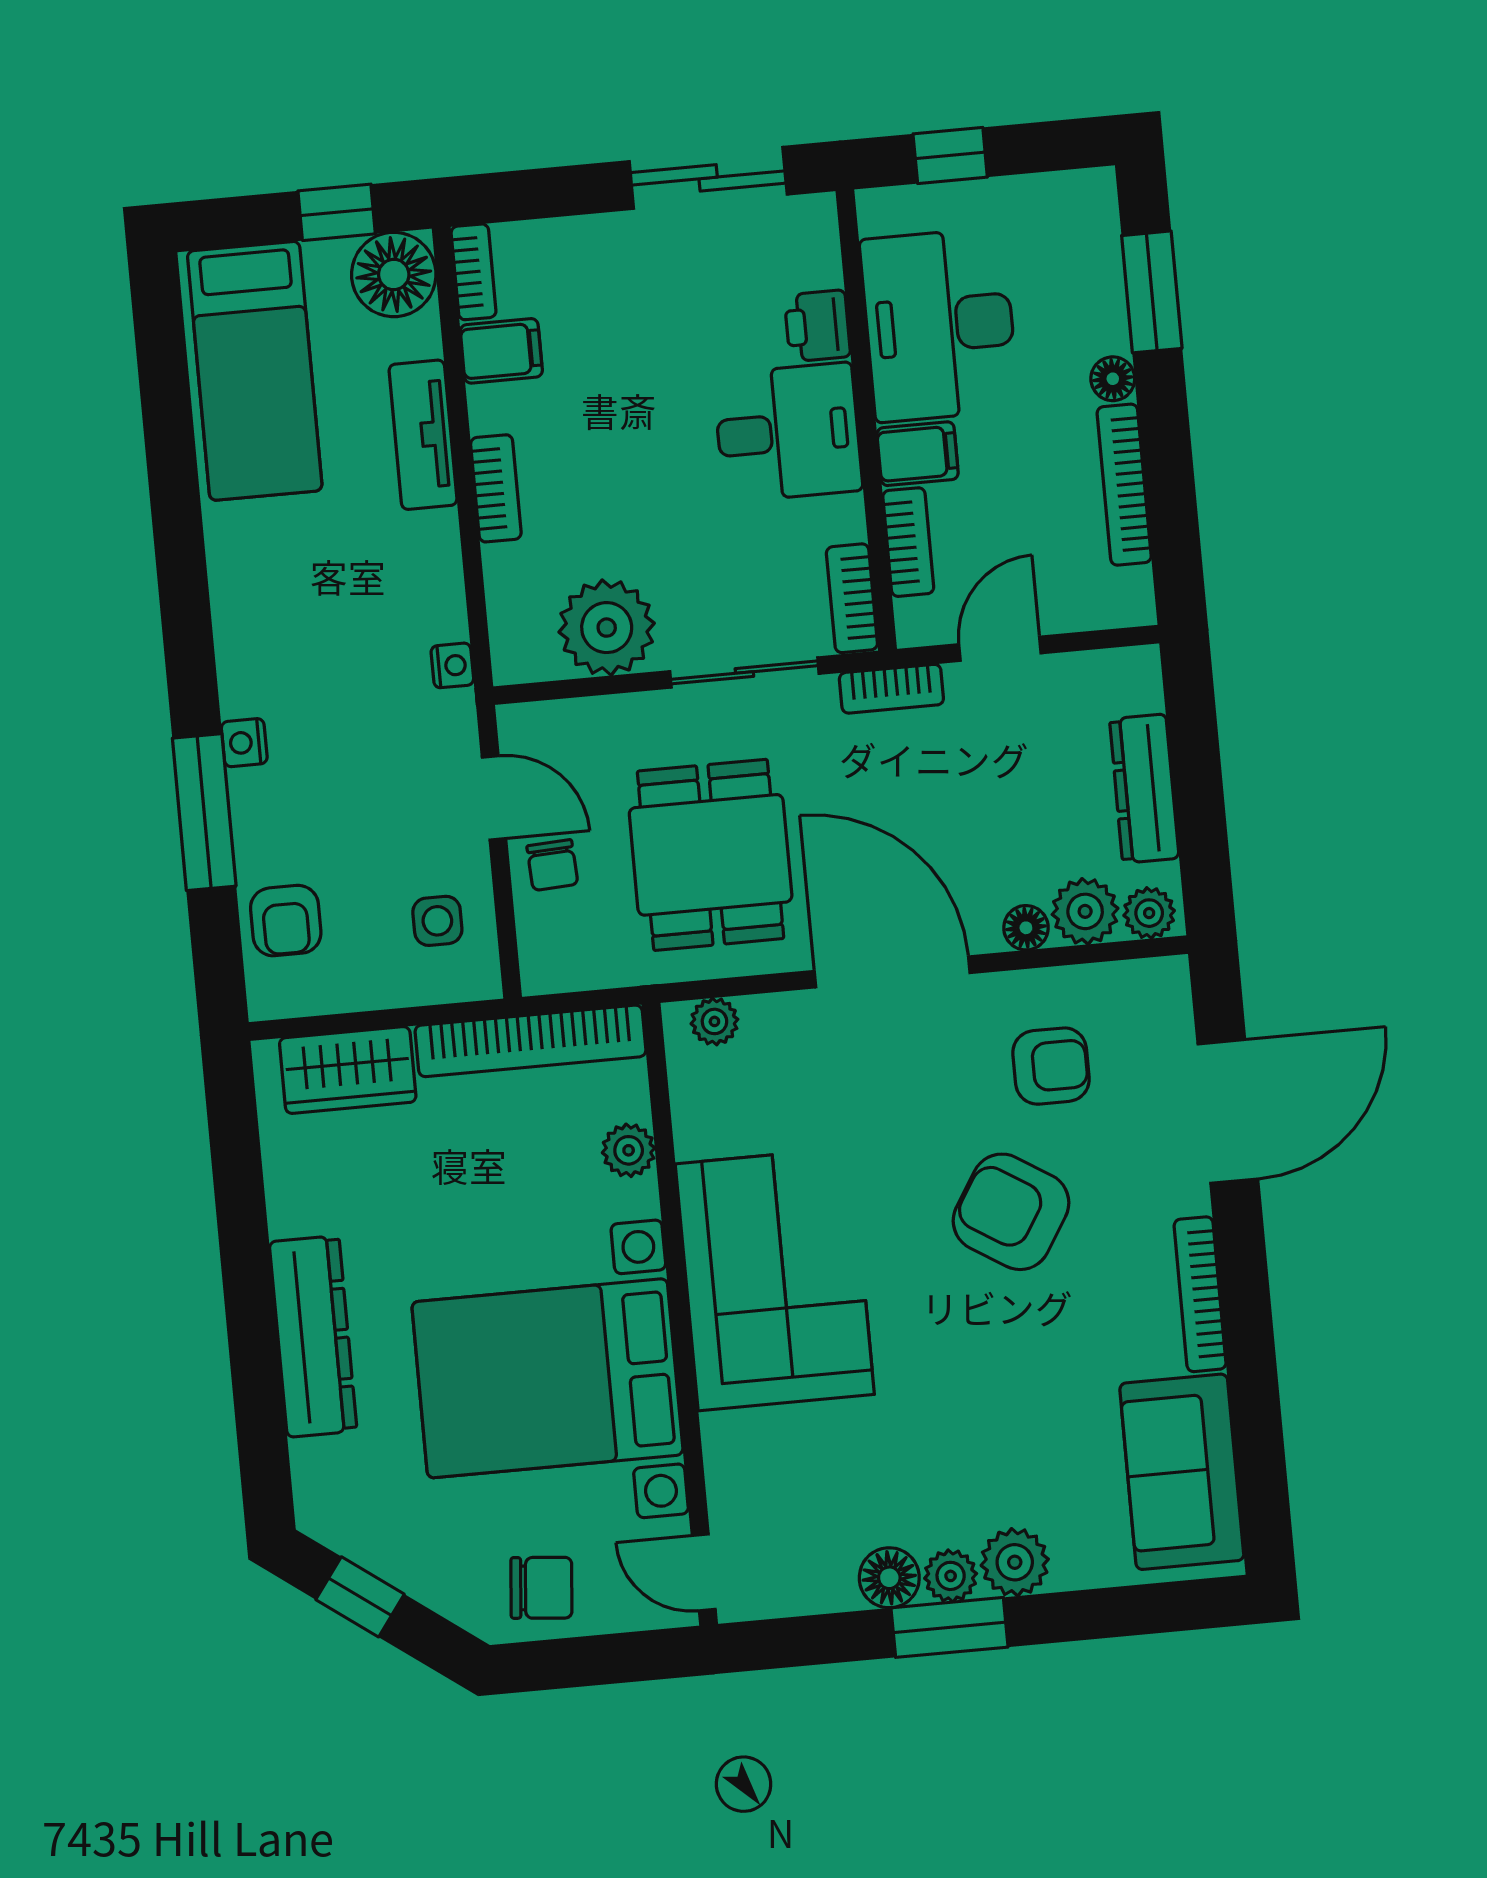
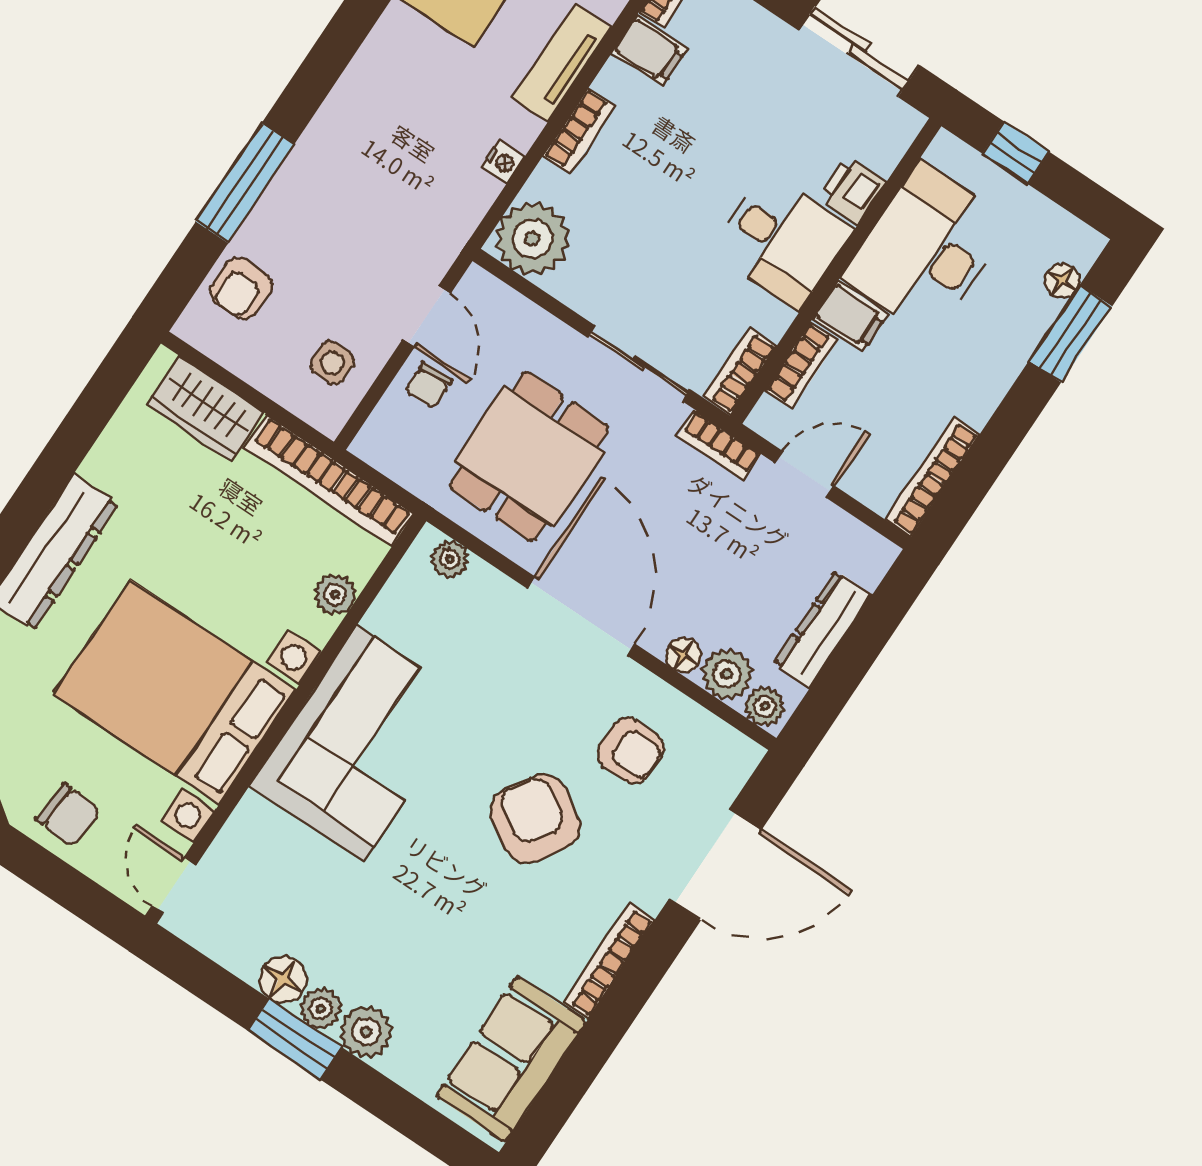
floor lamp: (1113, 379) -> (1062, 281), moved
bookcase: (1124, 485) -> (932, 477), moved
plant: (607, 628) -> (532, 239), moved
nightstand: (452, 665) -> (503, 162), moved
nightstand: (244, 743) -> (303, 161), removed

